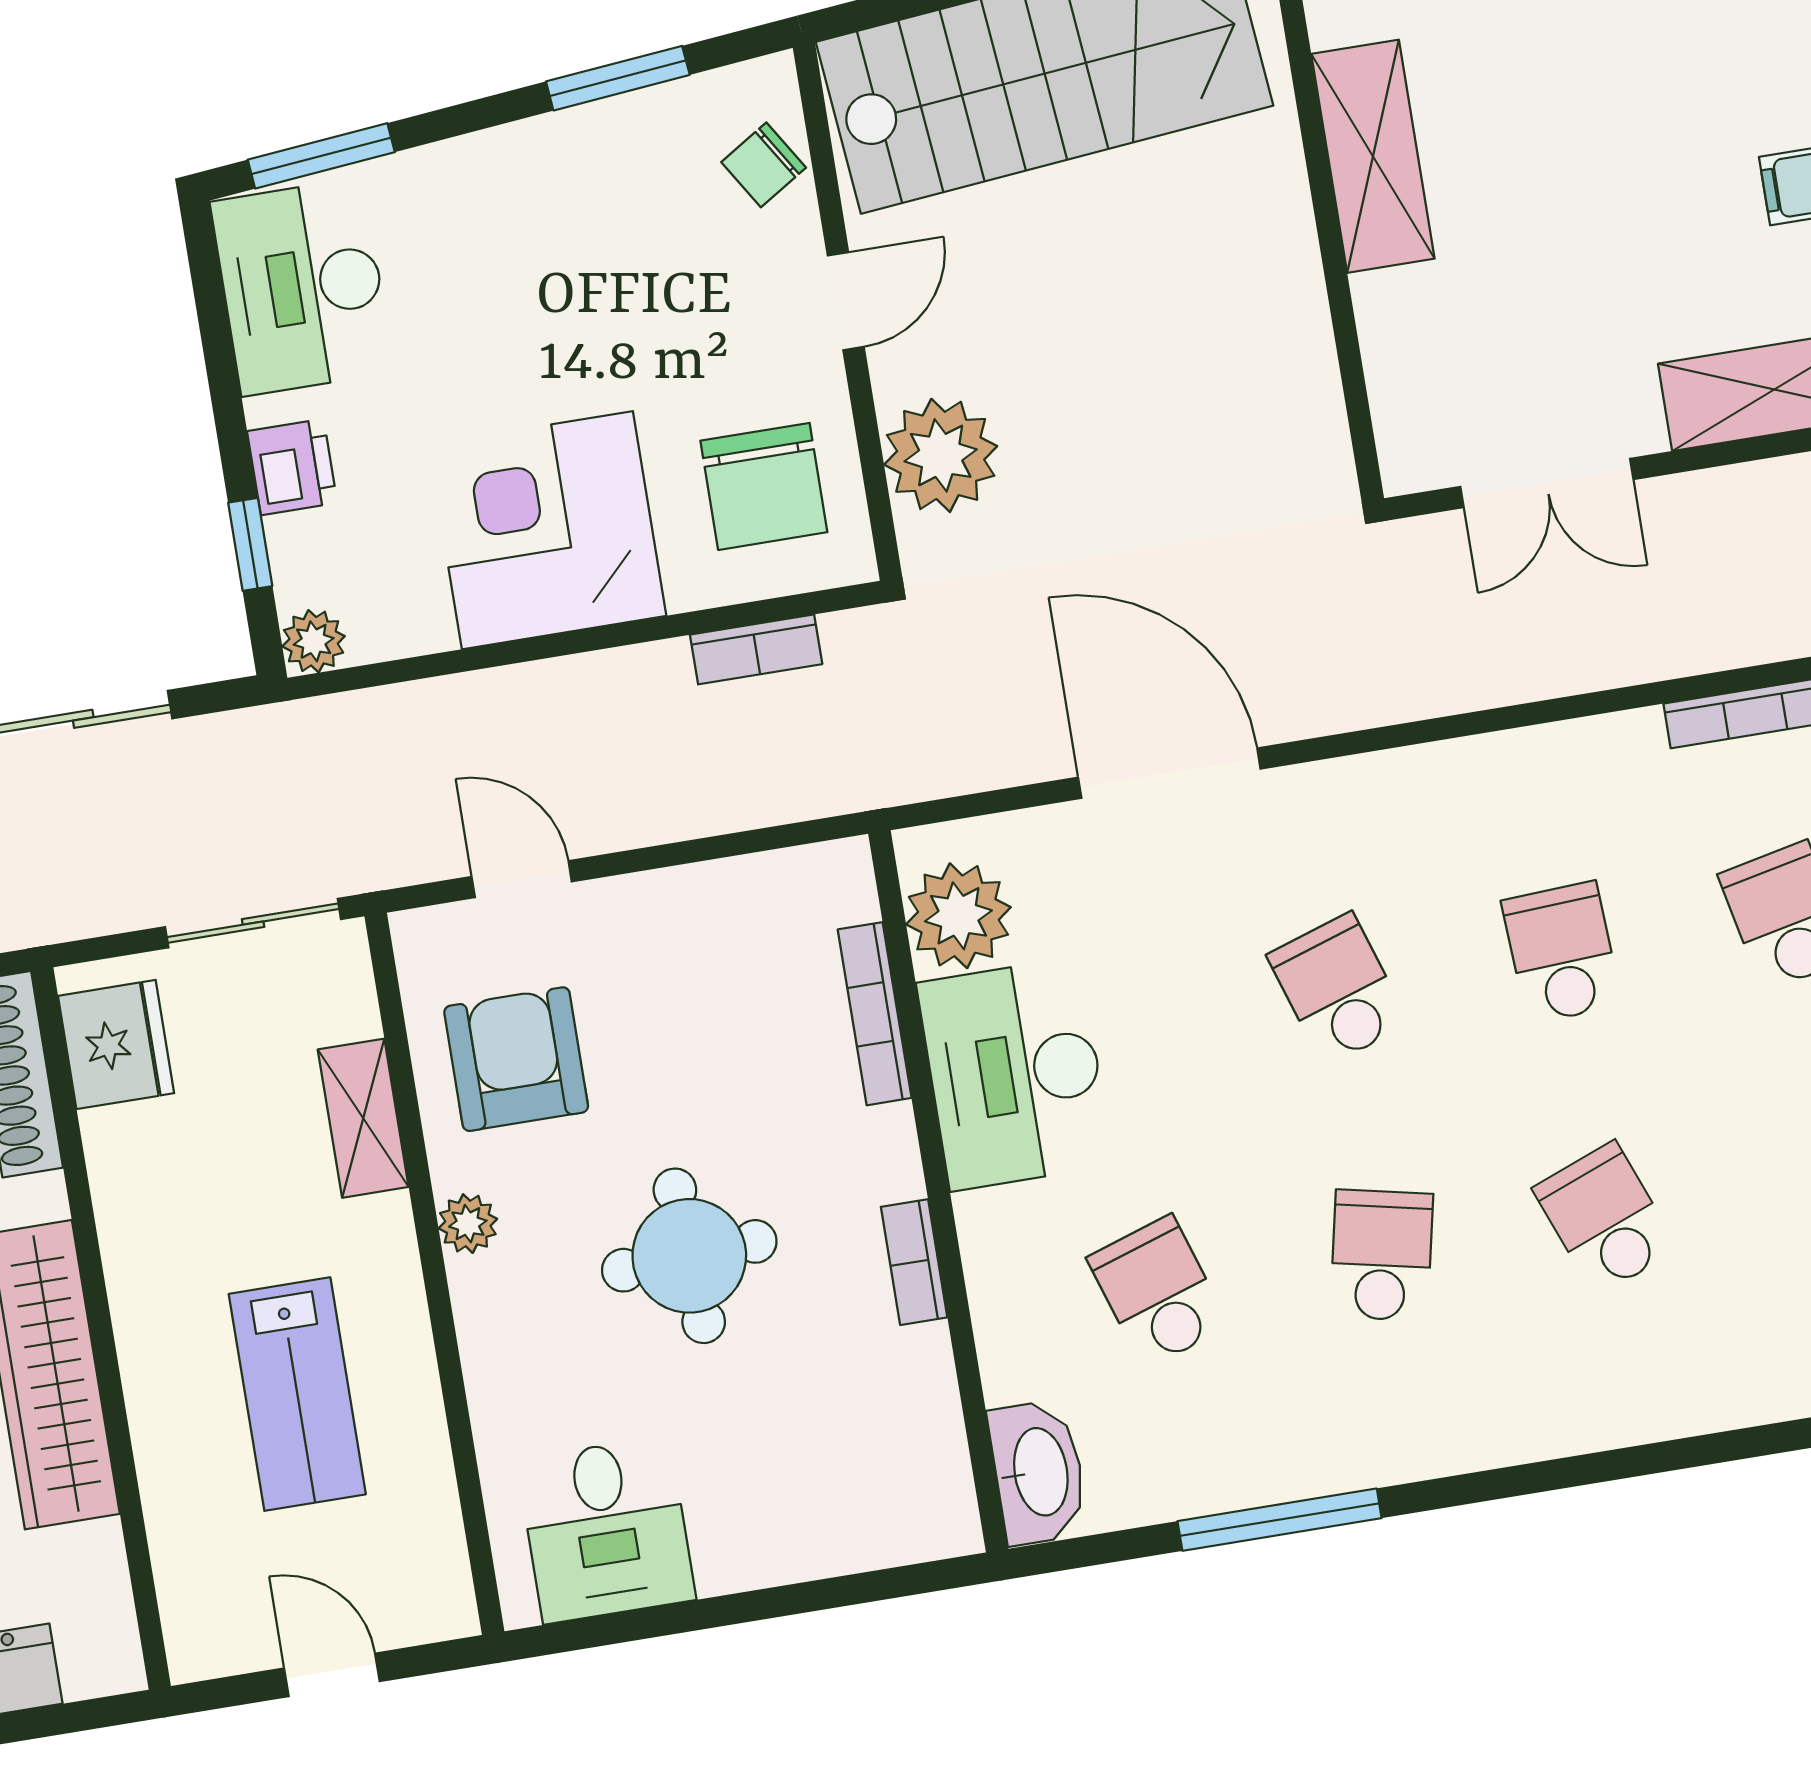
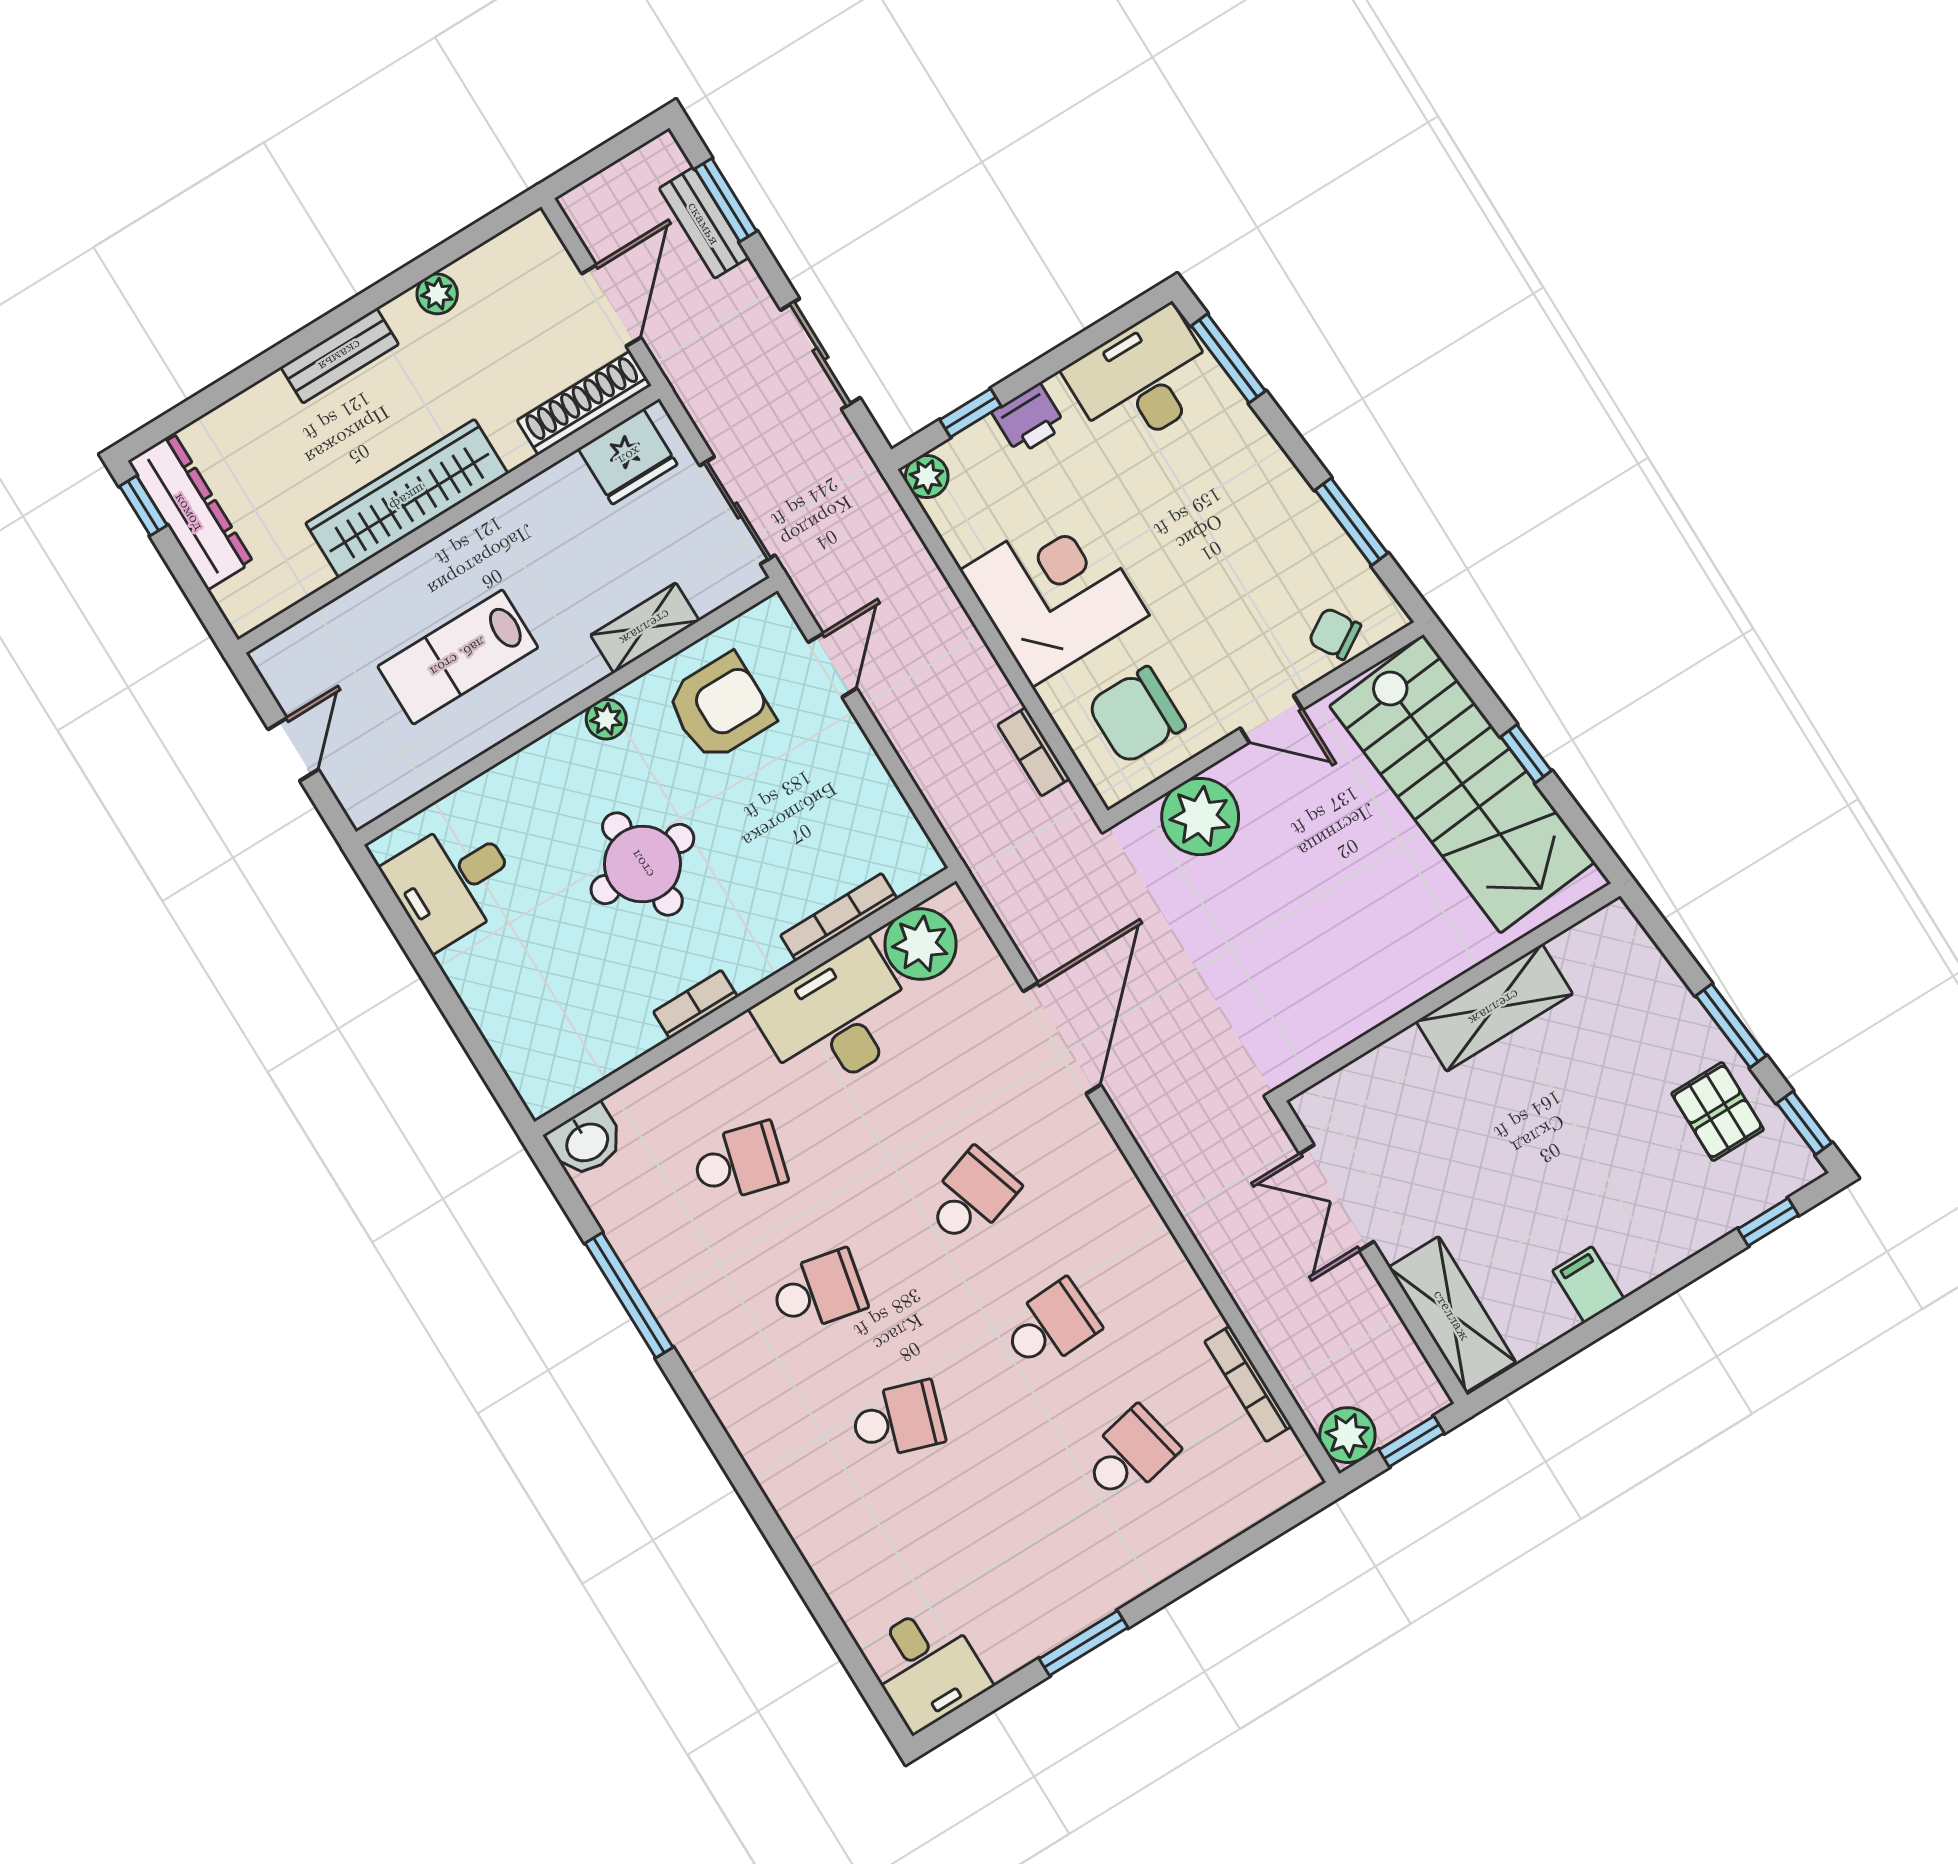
school desk: (1605, 1219) -> (897, 1420), turned 39
school desk: (1158, 1292) -> (739, 1162), turned 33
washbasin: (1038, 1472) -> (586, 1141), width x0.72

